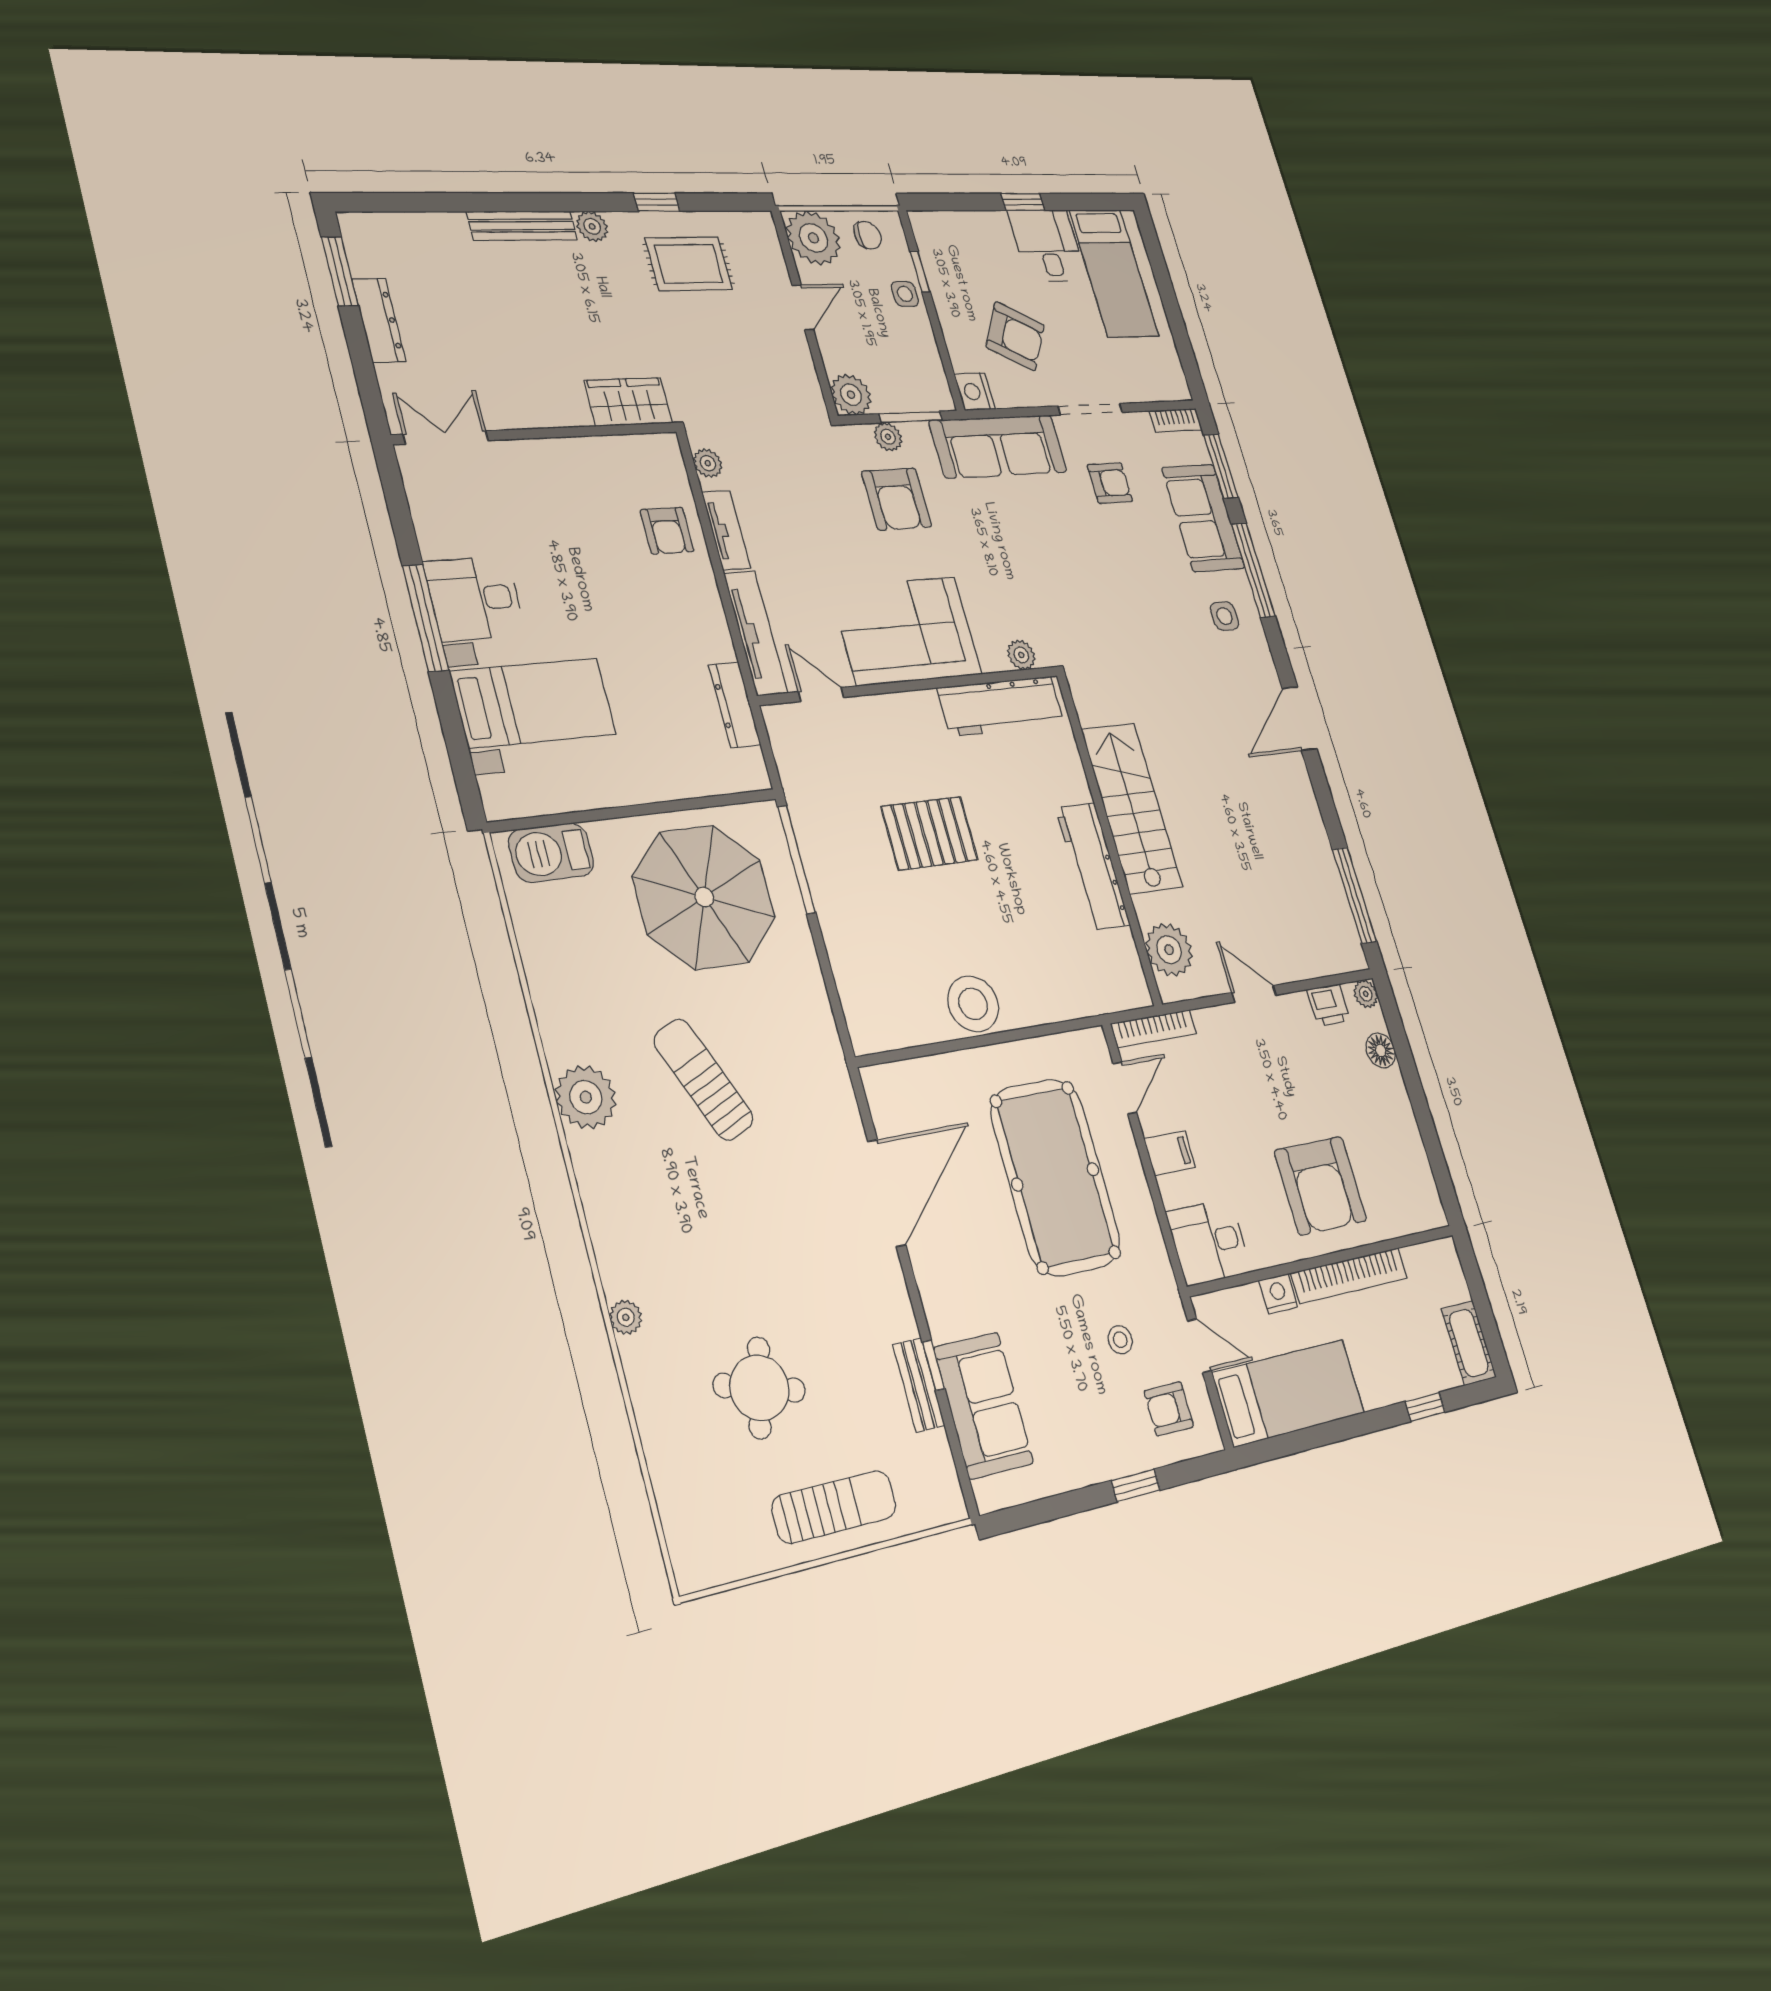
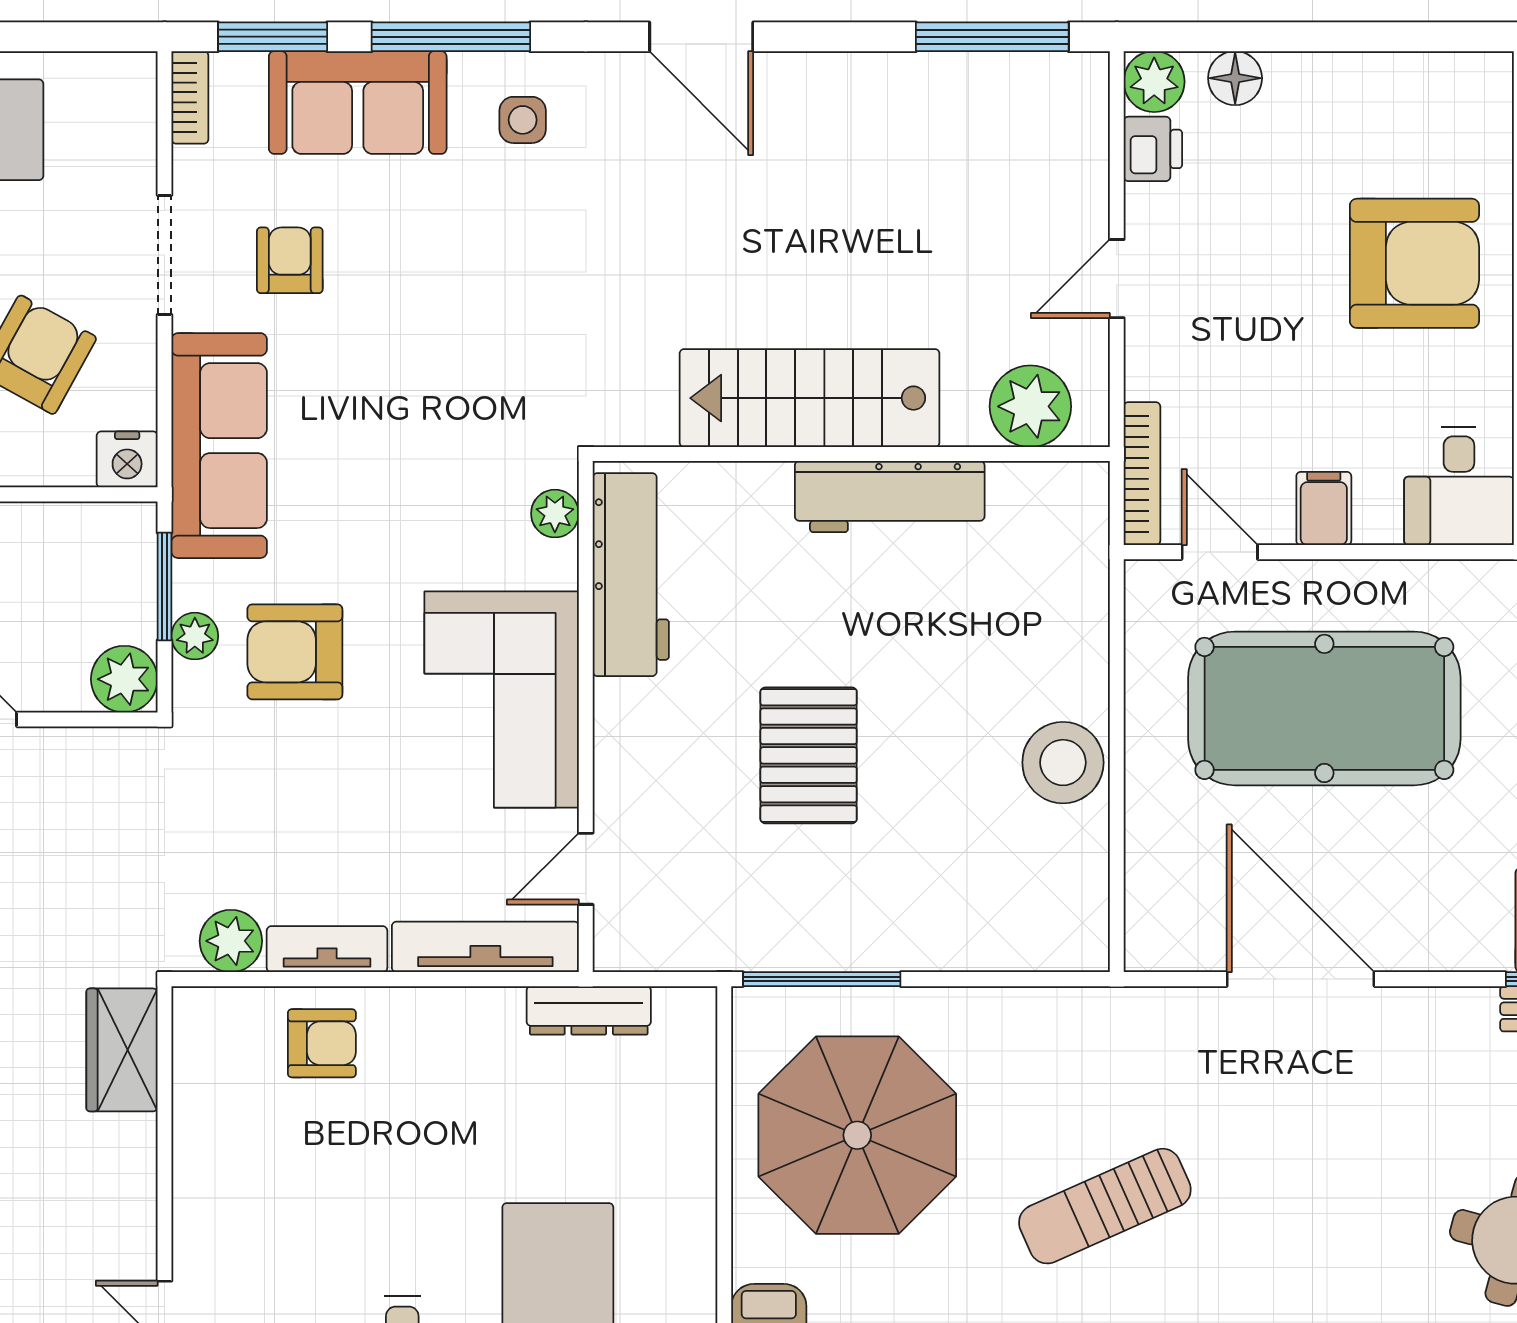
plant: (708, 463) -> (231, 941), width x1.38, depth x1.38
armchair: (897, 499) -> (295, 652), turned 180
plant: (1366, 994) -> (1154, 82), width x1.38, depth x1.38

